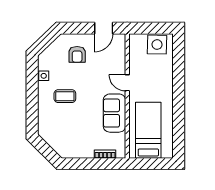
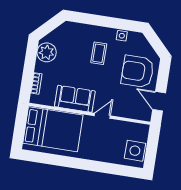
armchair: (77, 54) -> (138, 71), width x1.88, depth x1.88
bed: (148, 130) -> (53, 129), width x1.50
plant: (72, 149) -> (47, 52), added

